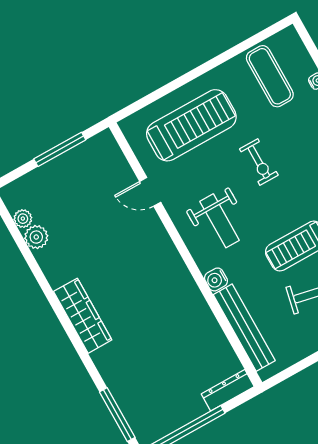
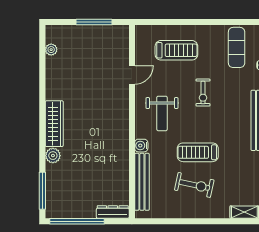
treadmill: (191, 125) -> (176, 50), width x0.73, depth x0.73
door: (150, 192) -> (132, 75), swing flipped
plant: (36, 237) -> (53, 156), moved

